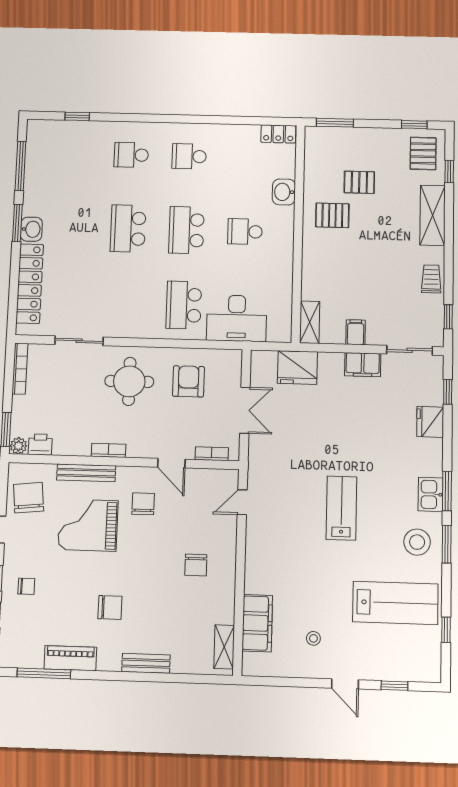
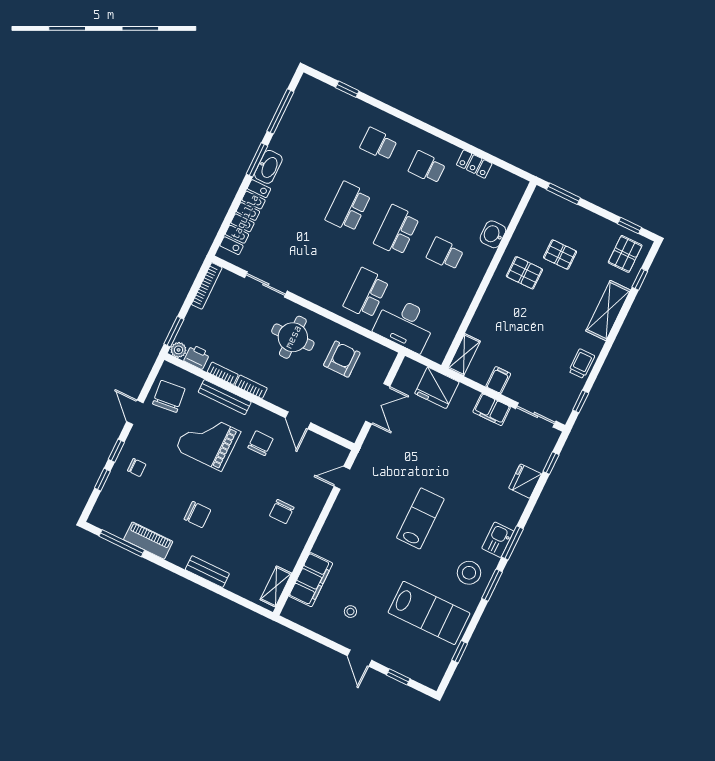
locker: (278, 134) -> (474, 164), moved
washbasin: (31, 229) -> (268, 167), width x1.38
bookcase: (212, 454) -> (223, 373), moved

